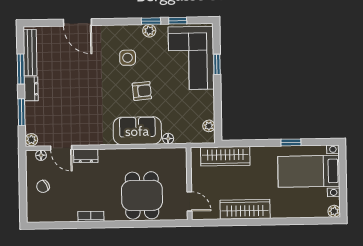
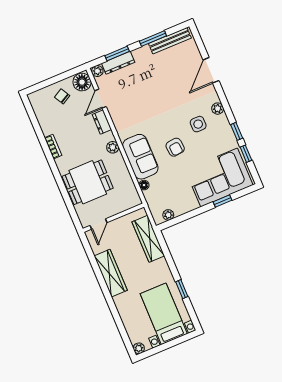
plant: (149, 31) -> (218, 109), moved
dresser: (31, 89) -> (118, 63), moved, width x1.44
floor lamp: (41, 155) -> (82, 82), width x1.89, depth x1.89
plant: (116, 155) -> (113, 147), added

